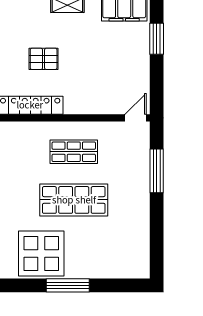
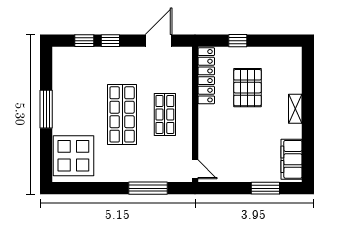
pallet: (44, 59) -> (247, 88), width x1.50, depth x1.42
display table: (41, 254) -> (73, 156), moved

